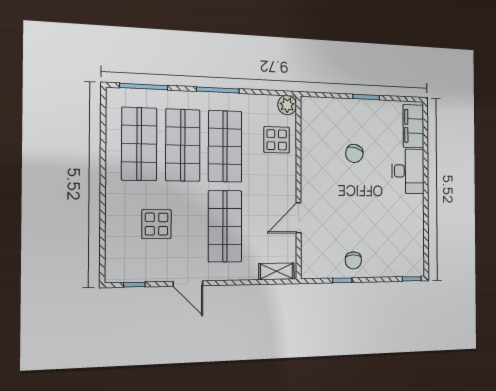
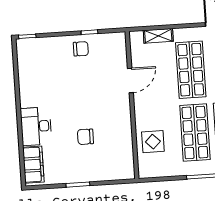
plant: (287, 105) -> (146, 170), removed
chair: (354, 153) -> (85, 137), turned -105
chair: (353, 260) -> (81, 49), turned 90
shelving: (276, 271) -> (158, 36), moved

